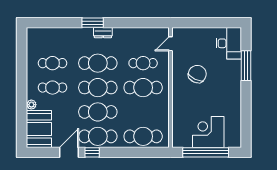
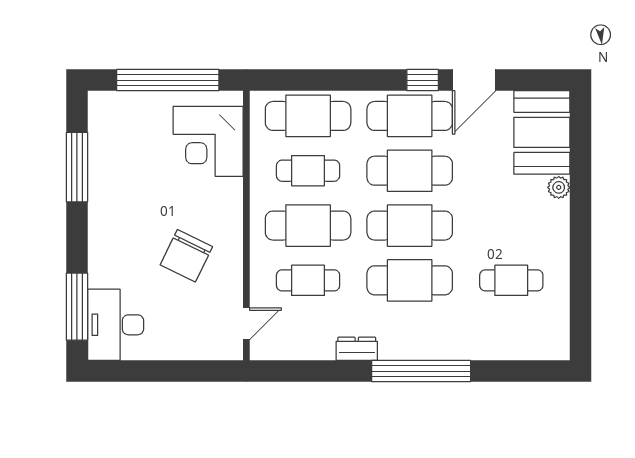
window: (93, 23) -> (421, 371), width x2.11
dresser: (103, 33) -> (357, 349), moved
window: (246, 66) -> (77, 307), moved
cafe table: (53, 88) -> (308, 171), moved
window: (246, 114) -> (77, 167), added
corner desk: (208, 132) -> (208, 141), moved, turned 90

